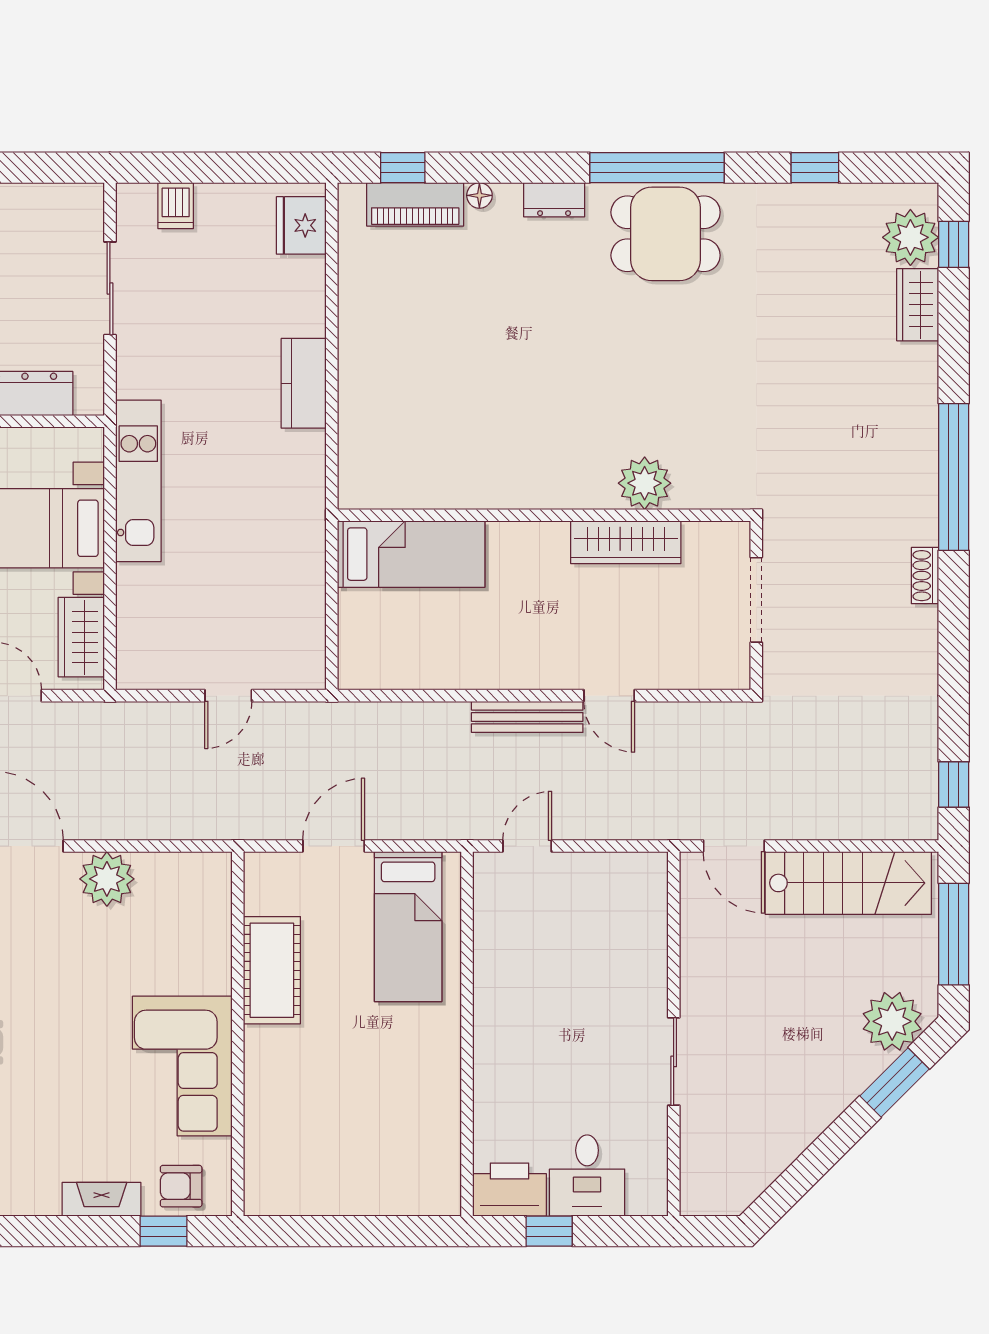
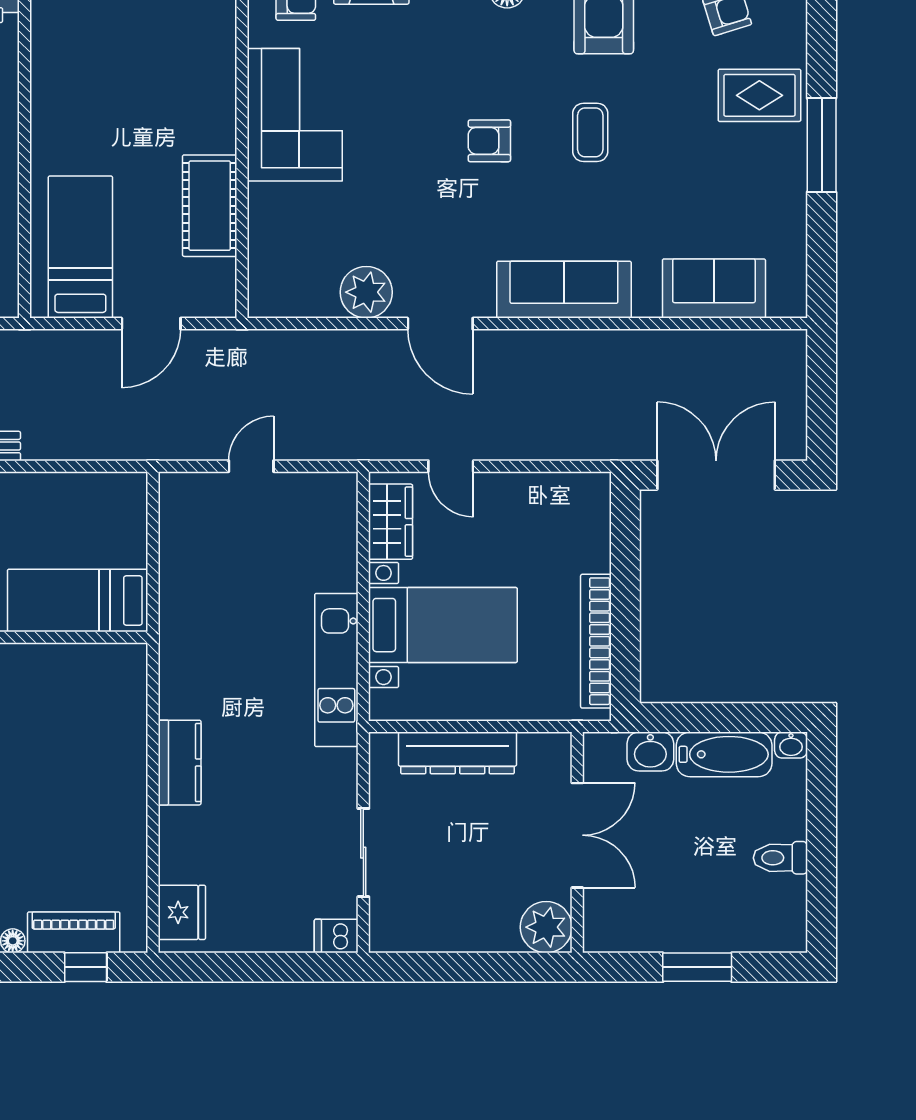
dishwasher: (176, 206) -> (336, 936), moved, turned -90

